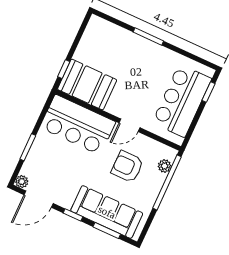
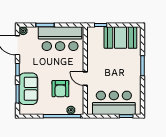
booth: (87, 85) -> (120, 37), moved, turned 90
bar counter: (78, 125) -> (60, 39), moved, turned -90
armchair: (127, 167) -> (60, 89), turned 180
sofa: (107, 212) -> (28, 89), width x0.73

